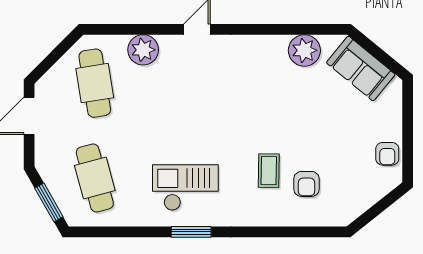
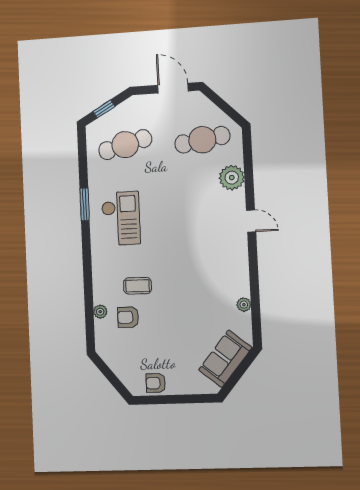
plant: (304, 50) -> (244, 305), width x0.53, depth x0.53
window: (49, 203) -> (104, 109), width x0.67
plant: (298, 218) -> (100, 312), added
window: (191, 232) -> (85, 204), moved

